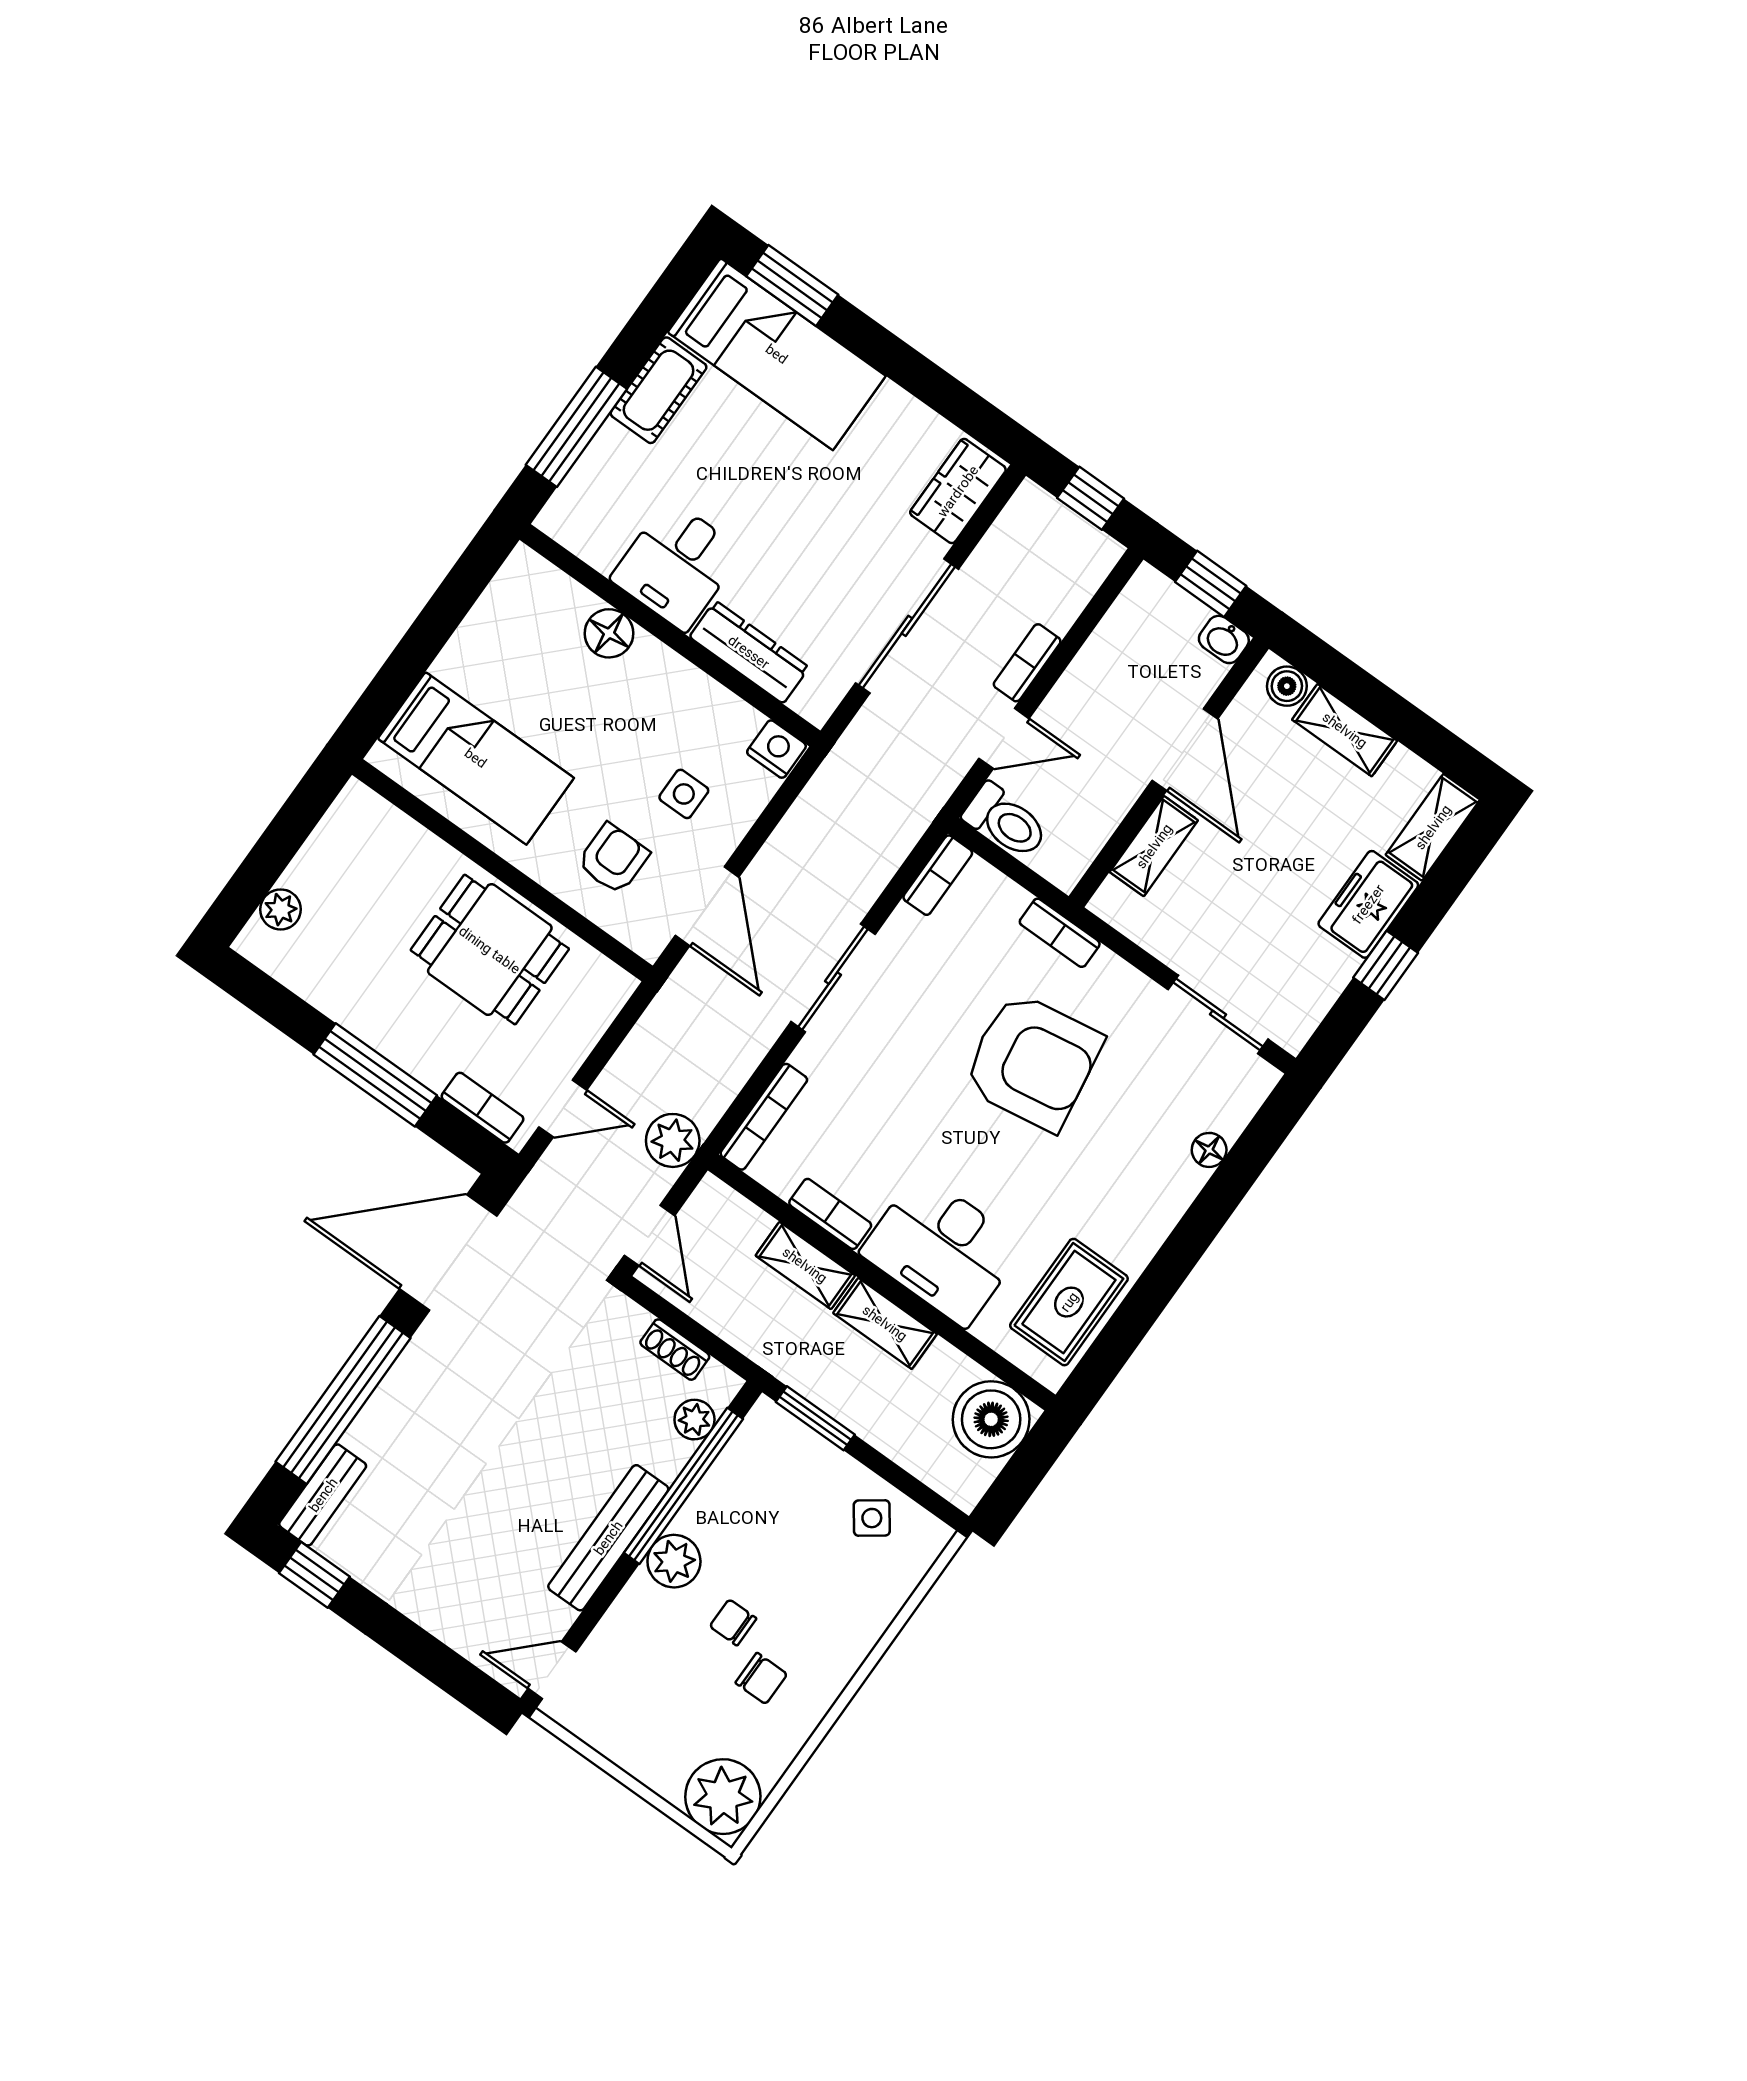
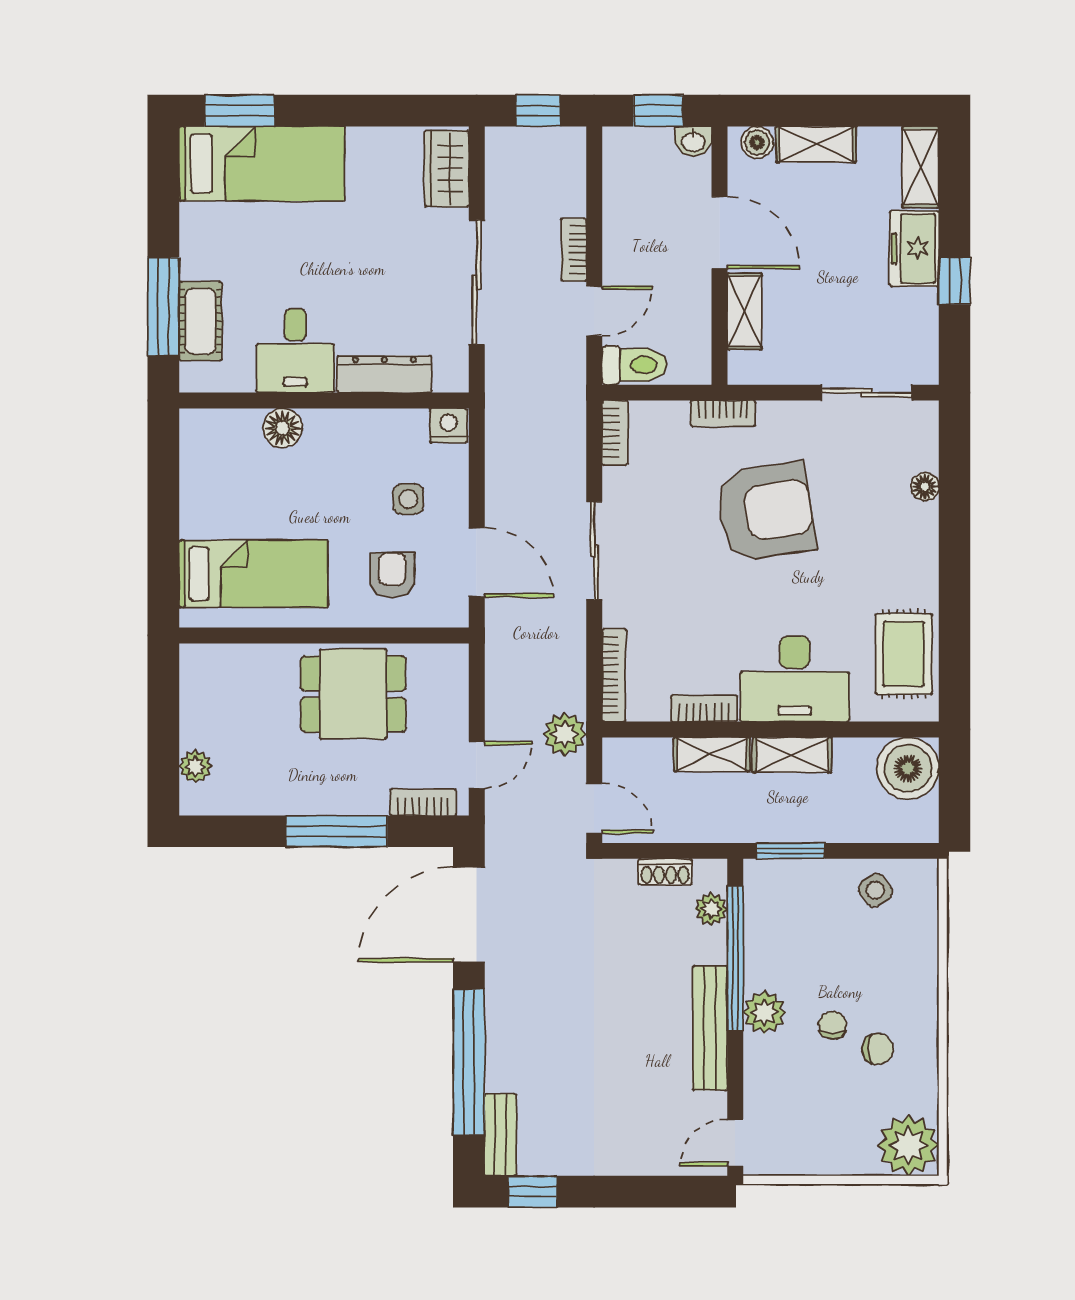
cot: (659, 390) -> (200, 321), moved
chair: (733, 1622) -> (833, 1025), turned 90

